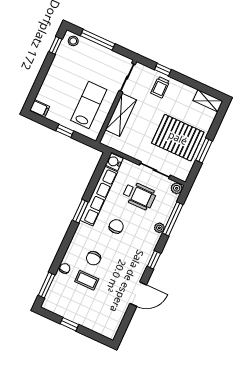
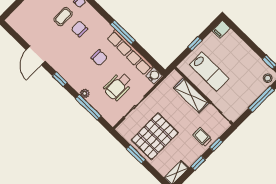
window: (189, 82) -> (198, 163), added
plant: (177, 188) -> (113, 120), removed
window: (80, 211) -> (123, 32), width x1.44

